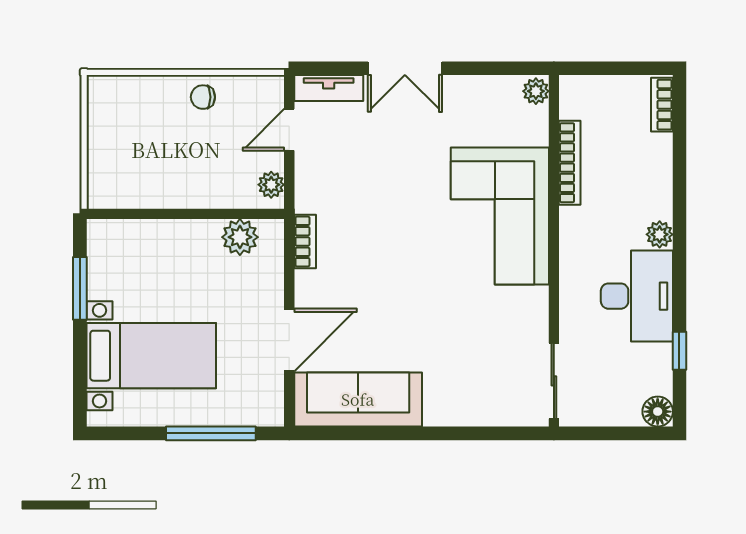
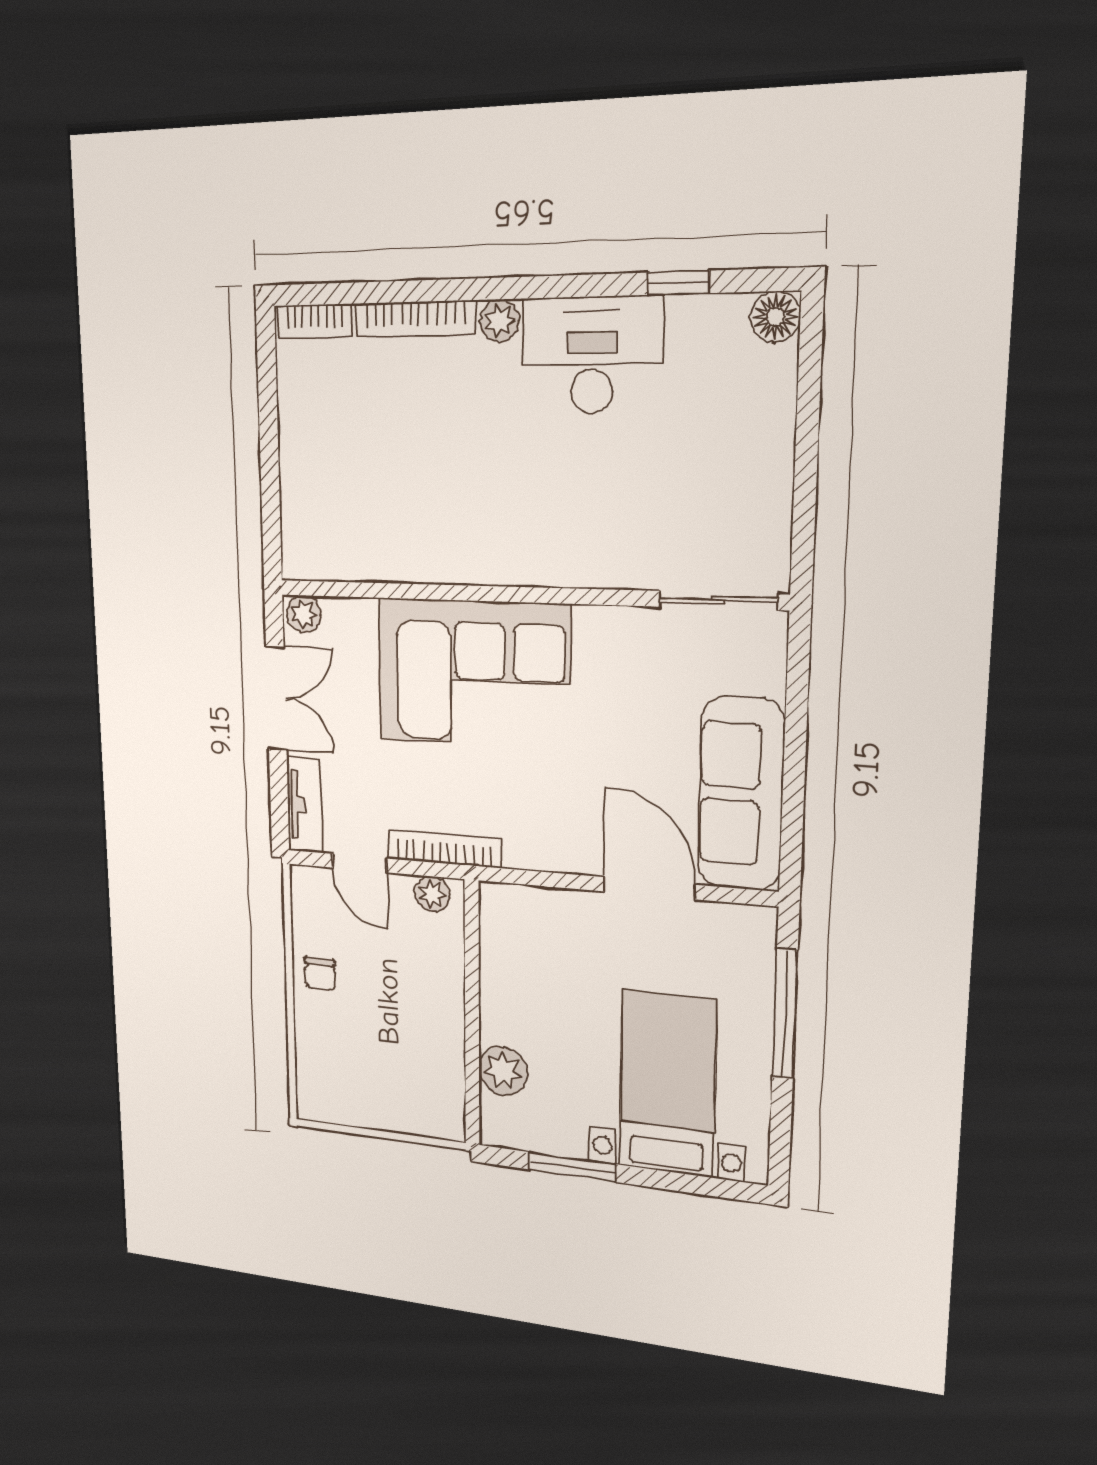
plant: (536, 91) -> (304, 614), moved
bookcase: (570, 163) -> (415, 319), moved, turned 180
corner sofa: (500, 216) -> (474, 673), moved
plant: (240, 237) -> (503, 1071), moved
bookcase: (305, 241) -> (444, 849), moved, width x1.56
wall: (554, 251) -> (523, 595), moved
sliding door: (554, 381) -> (718, 600), moved

